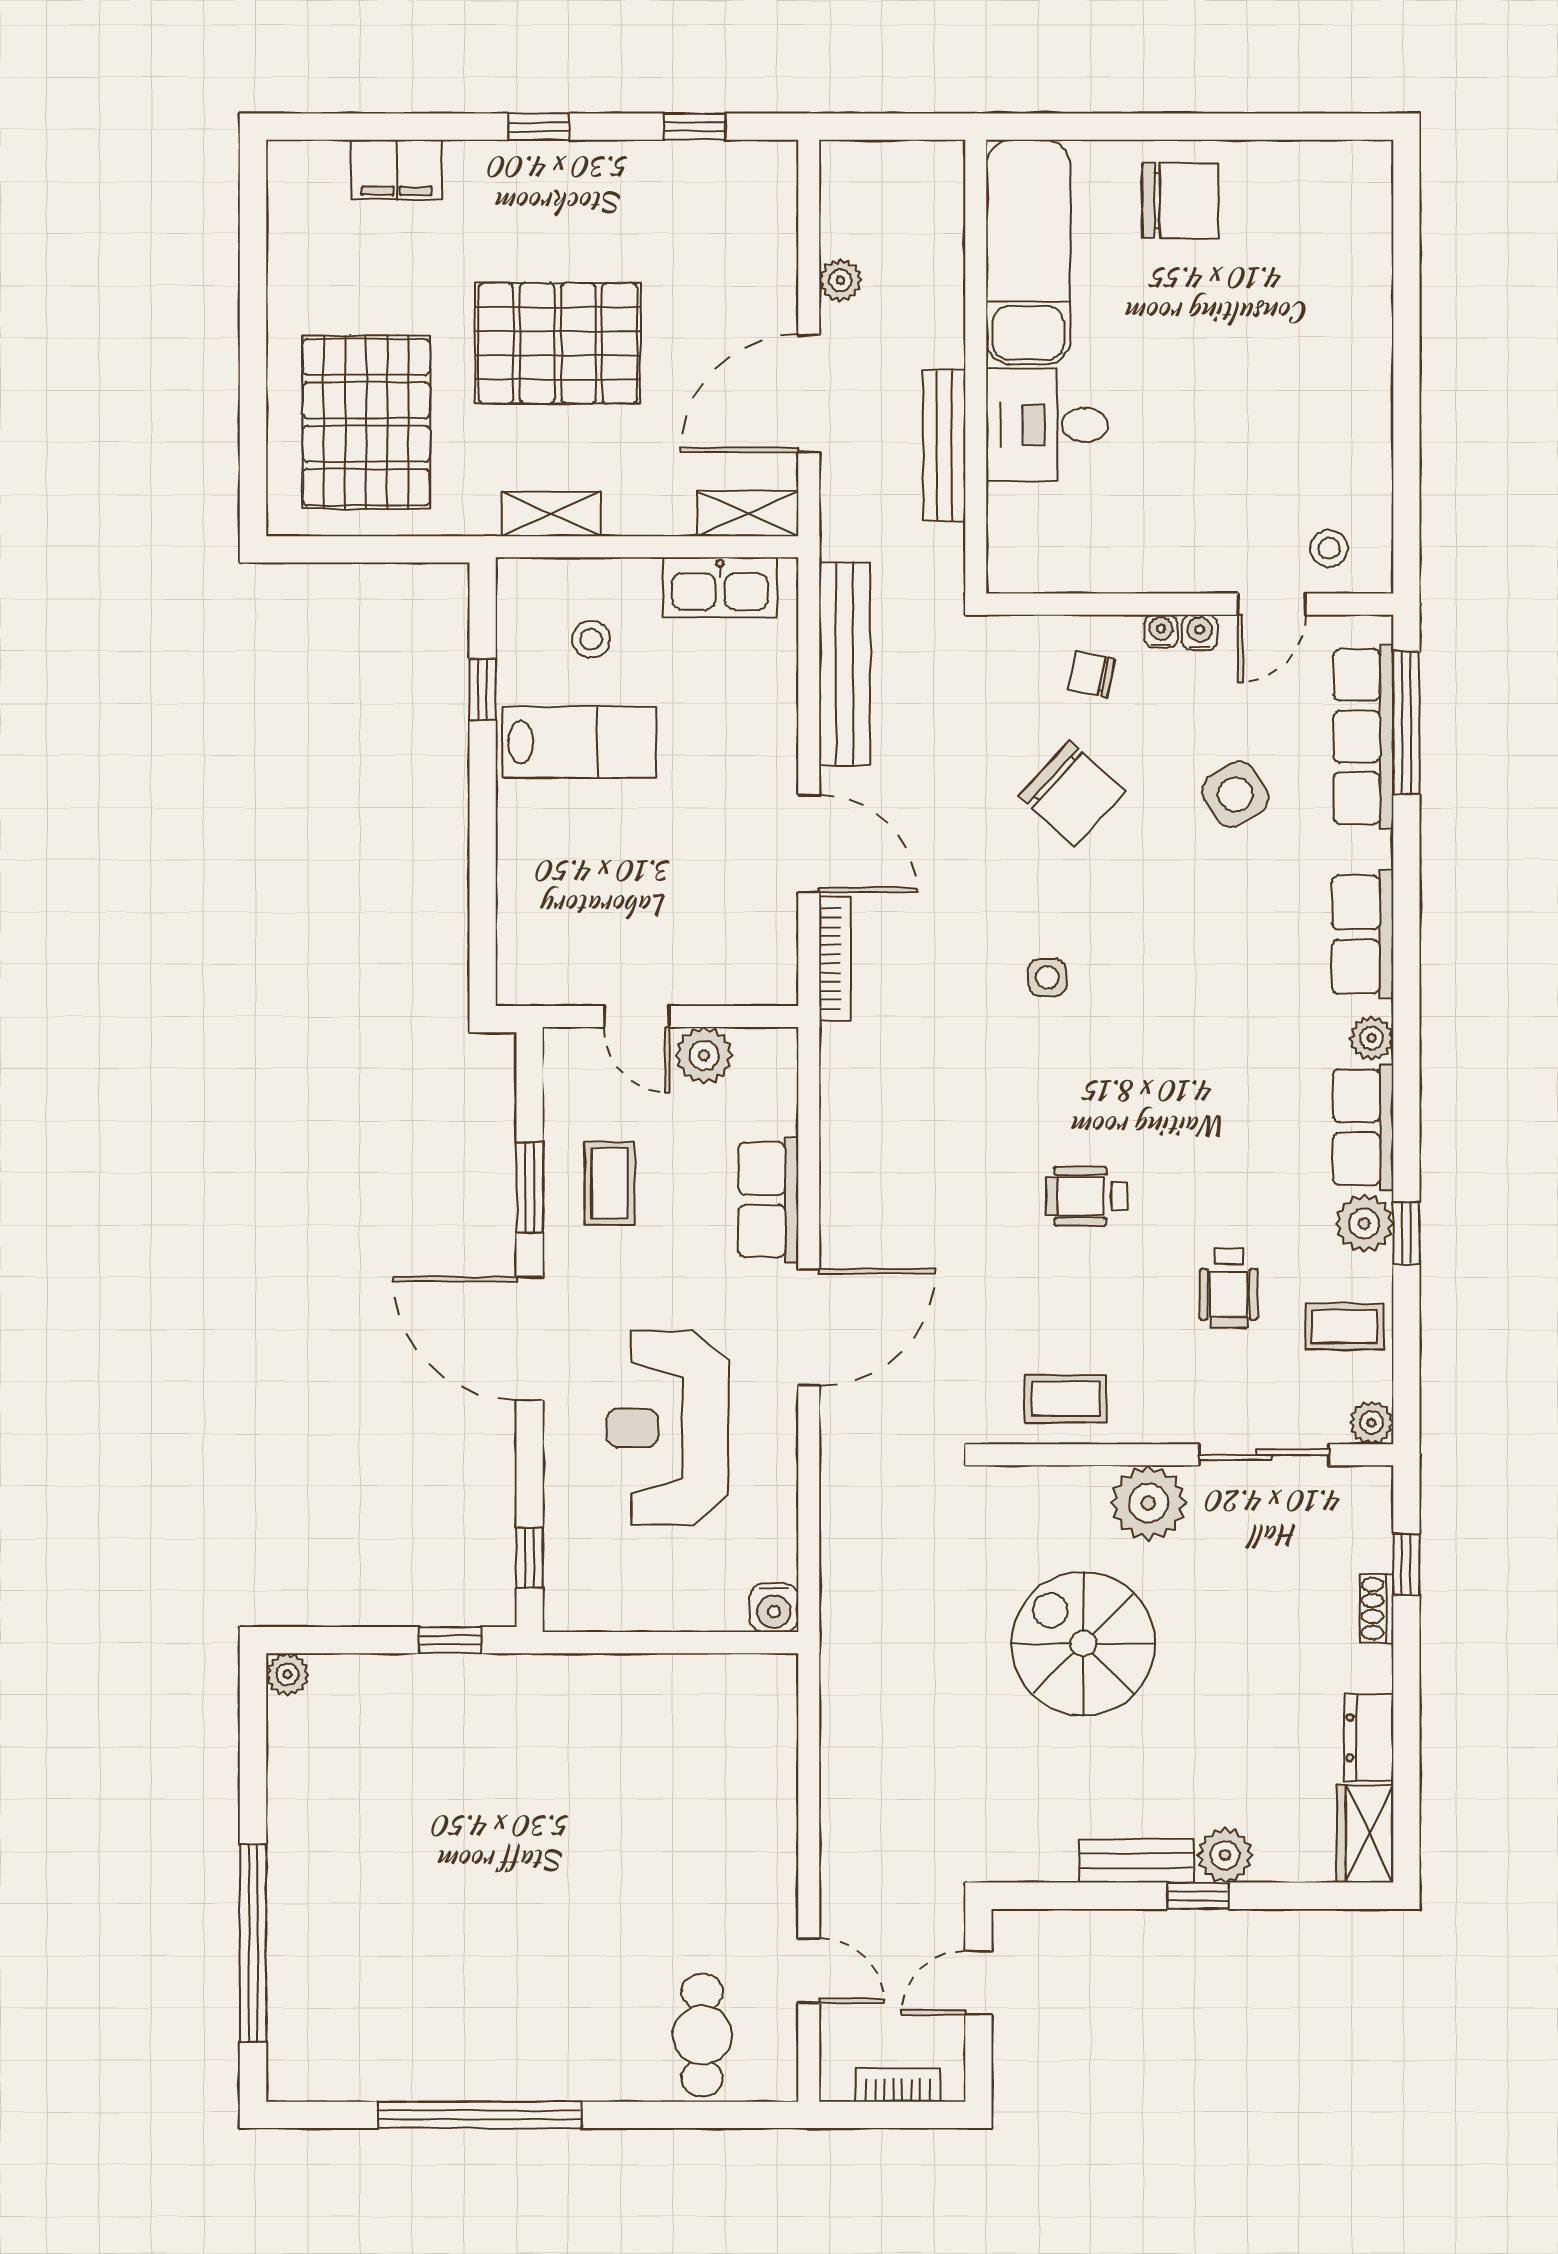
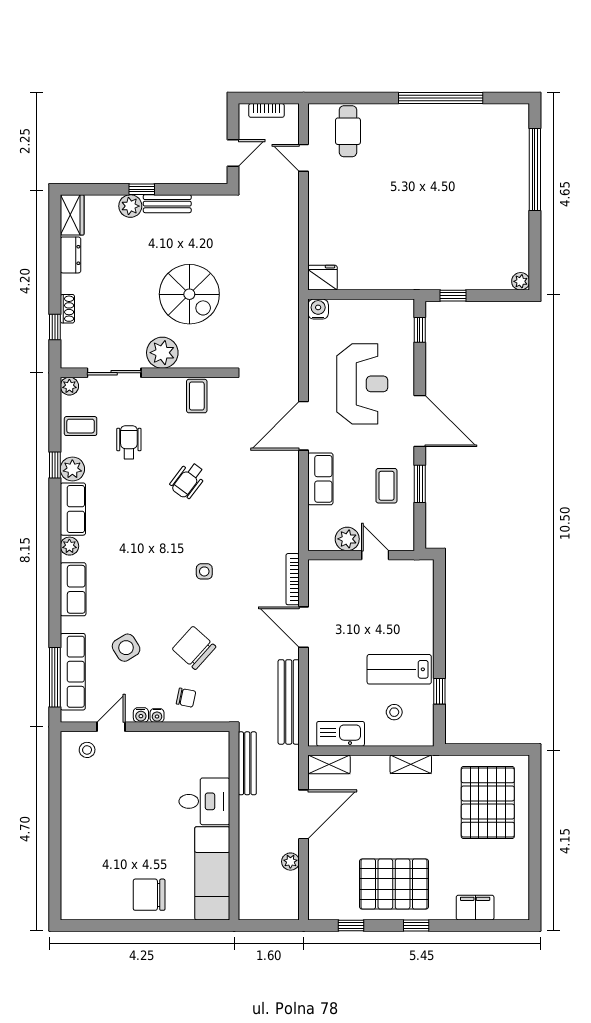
pallet: (558, 343) -> (394, 884), moved
bench: (944, 446) -> (247, 763), moved
wheelchair: (1087, 1196) -> (188, 480), turned 127
coffee table: (1065, 1399) -> (197, 396), turned 90
fridge: (763, 1683) -> (322, 278), added

